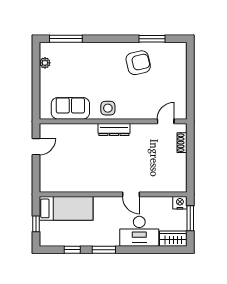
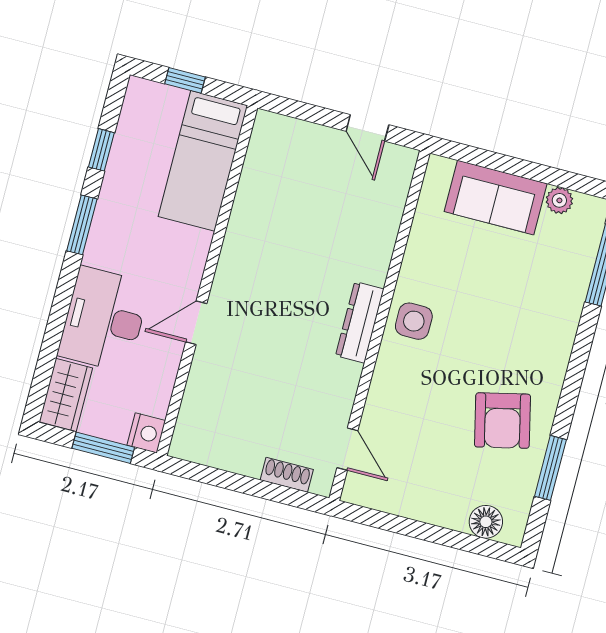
floor lamp: (180, 59) -> (486, 522), added
sofa: (70, 108) -> (496, 197), moved, turned 90

